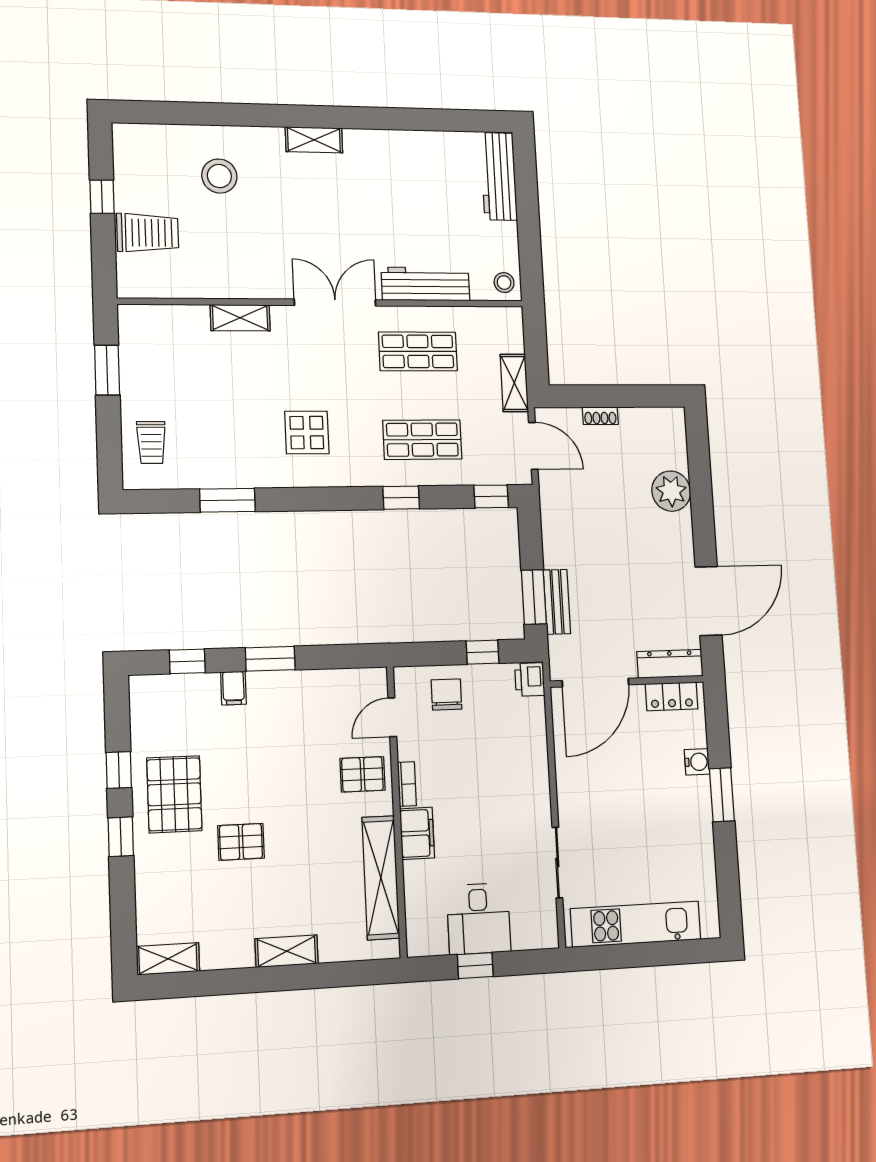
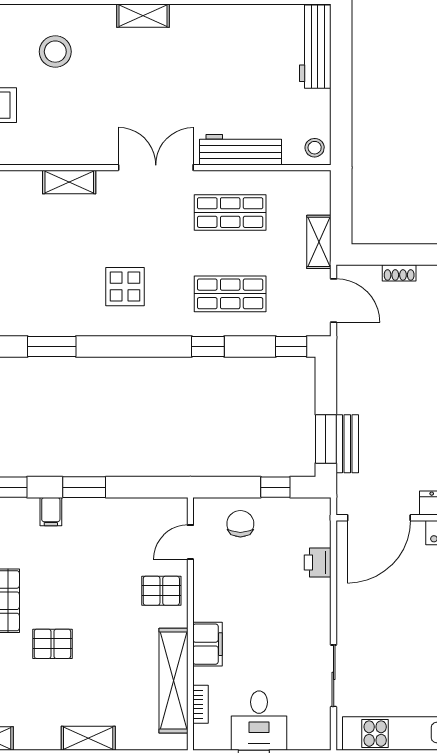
printer: (530, 679) -> (318, 563), moved
bookcase: (407, 784) -> (201, 704), moved

